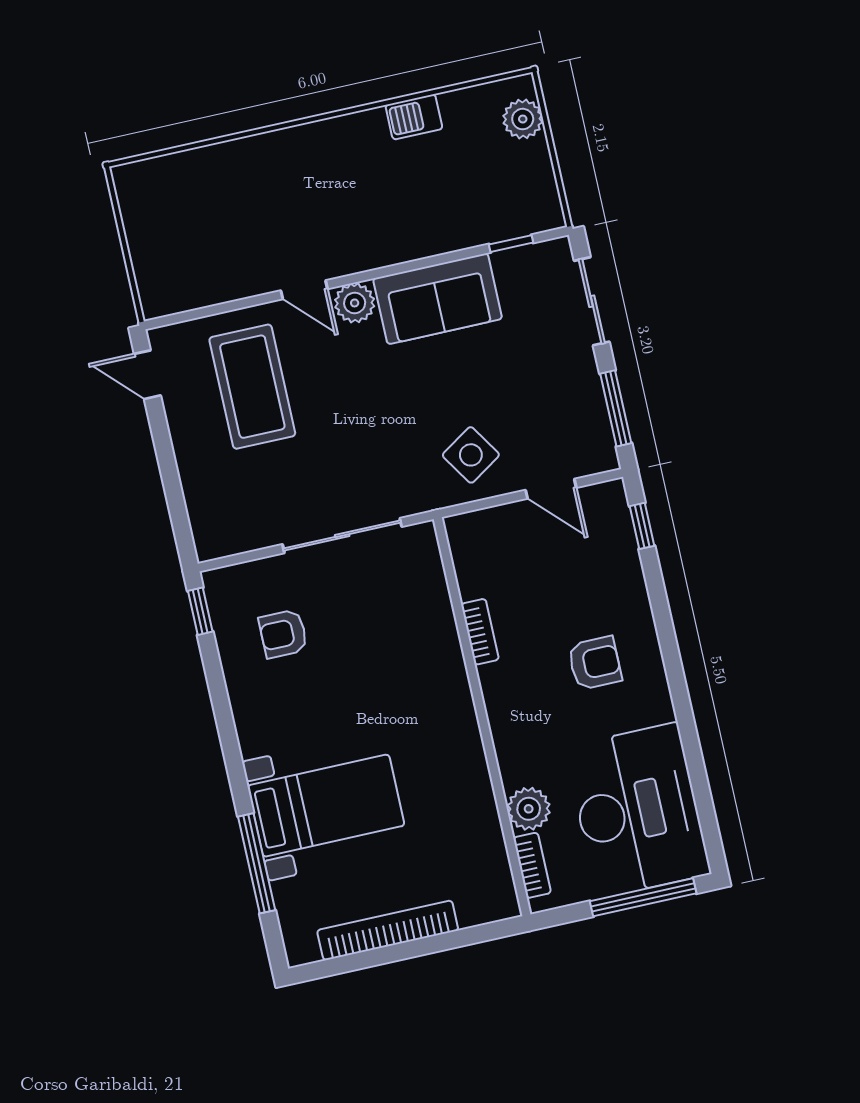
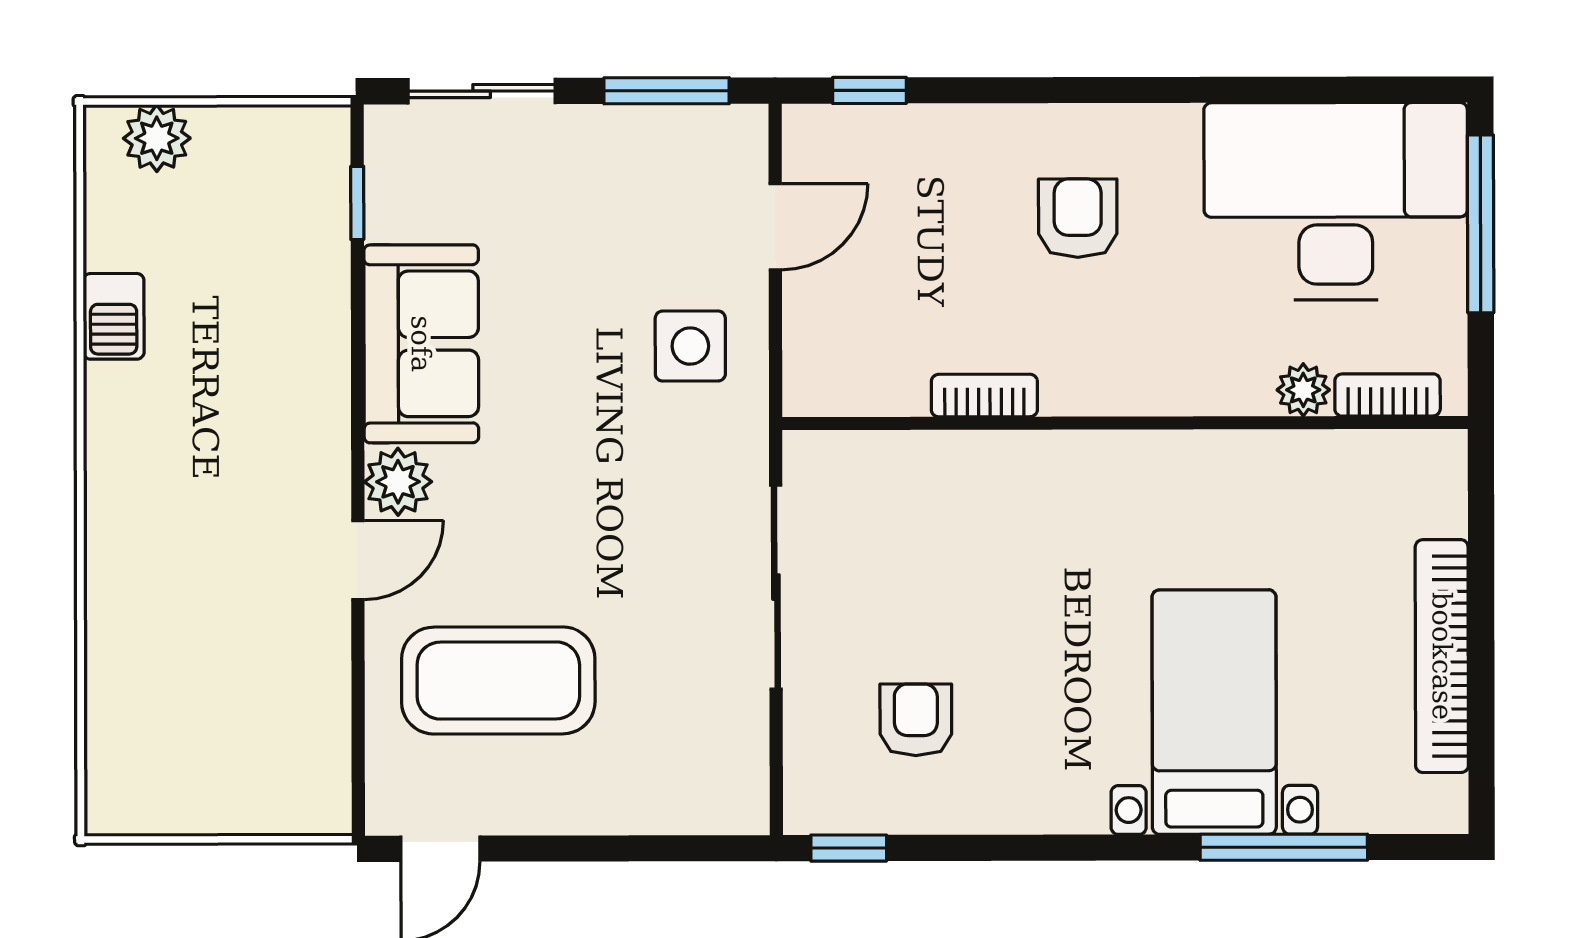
side table: (471, 455) -> (690, 346), turned 33
armchair: (283, 634) -> (916, 720), turned 180
plant: (529, 809) -> (1303, 390), width x0.73, depth x0.73

